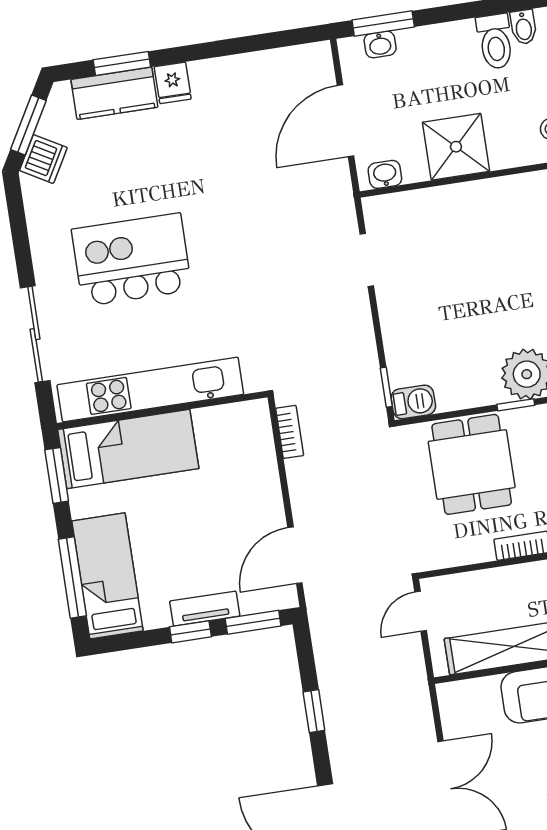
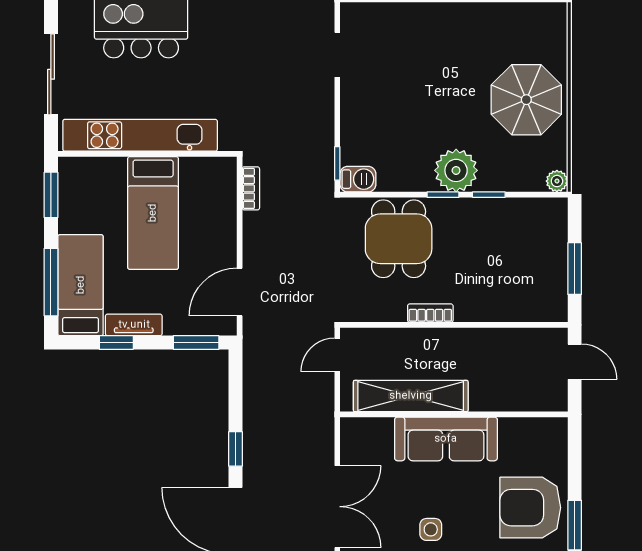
bed: (128, 449) -> (153, 213), moved, turned 90
tv unit: (205, 609) -> (134, 325), moved
window: (190, 632) -> (116, 342), moved
window: (314, 711) -> (235, 449), moved

